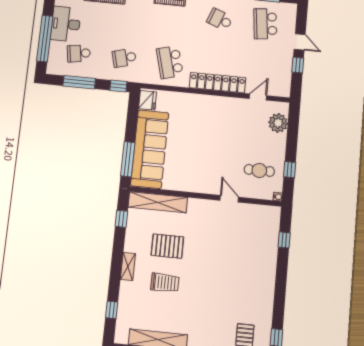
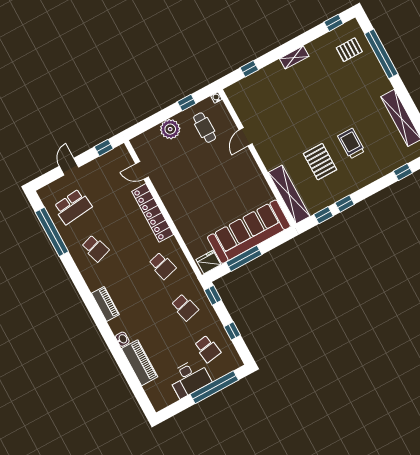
school desk: (220, 19) -> (95, 248), turned -39
school desk: (170, 62) -> (162, 266), width x0.54
window: (298, 65) -> (104, 148), moved
window: (79, 82) -> (232, 331), width x0.46
plant: (278, 123) -> (170, 129), moved
window: (128, 159) -> (244, 258), moved
window: (119, 243) -> (345, 204), added
shelving: (128, 266) -> (294, 57), moved

